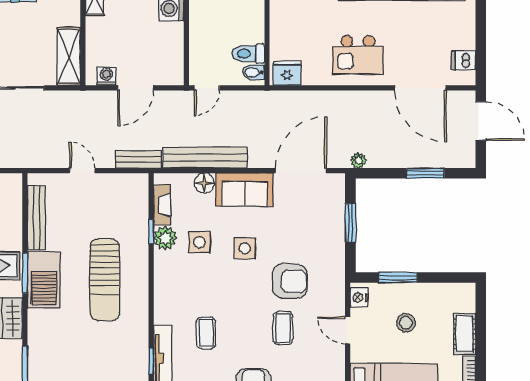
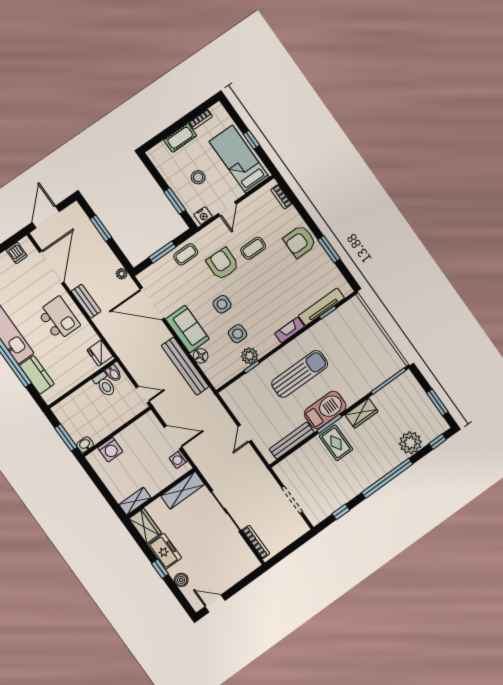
bench: (138, 159) -> (86, 301), moved
fireplace: (162, 205) -> (290, 330), moved
coffee table: (206, 333) -> (186, 254), moved

